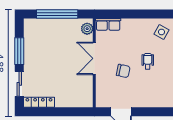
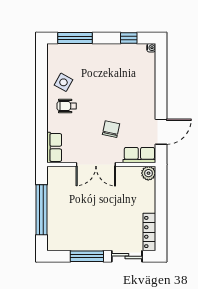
plant: (87, 29) -> (148, 173), moved
wheelchair: (148, 61) -> (67, 106), moved
row of seats: (102, 94) -> (139, 155), added

